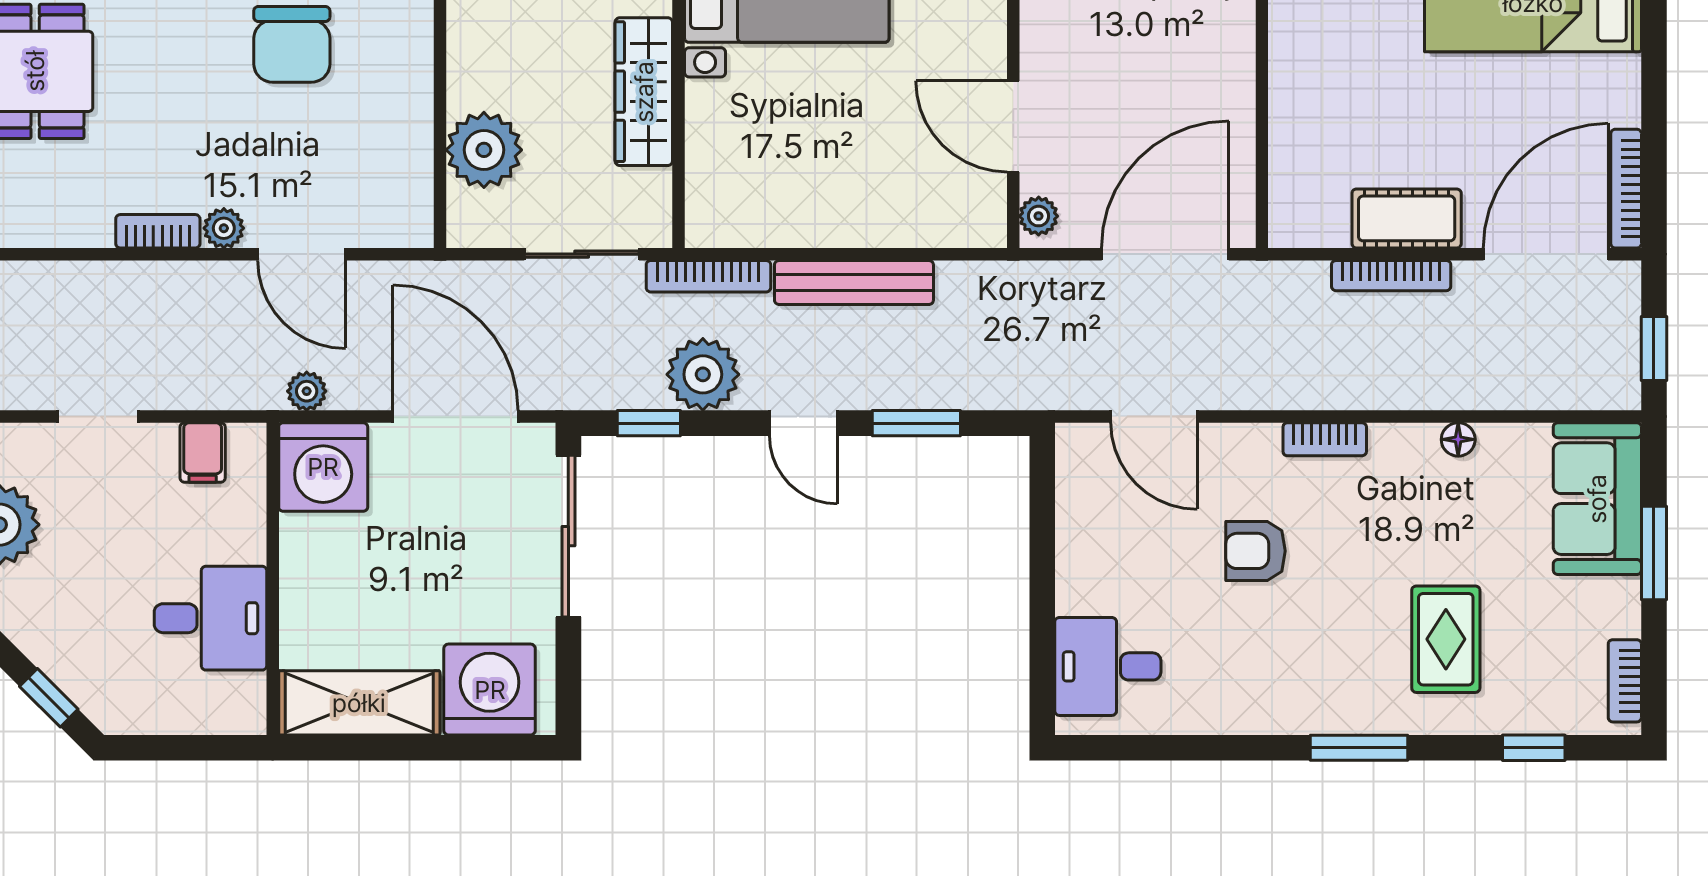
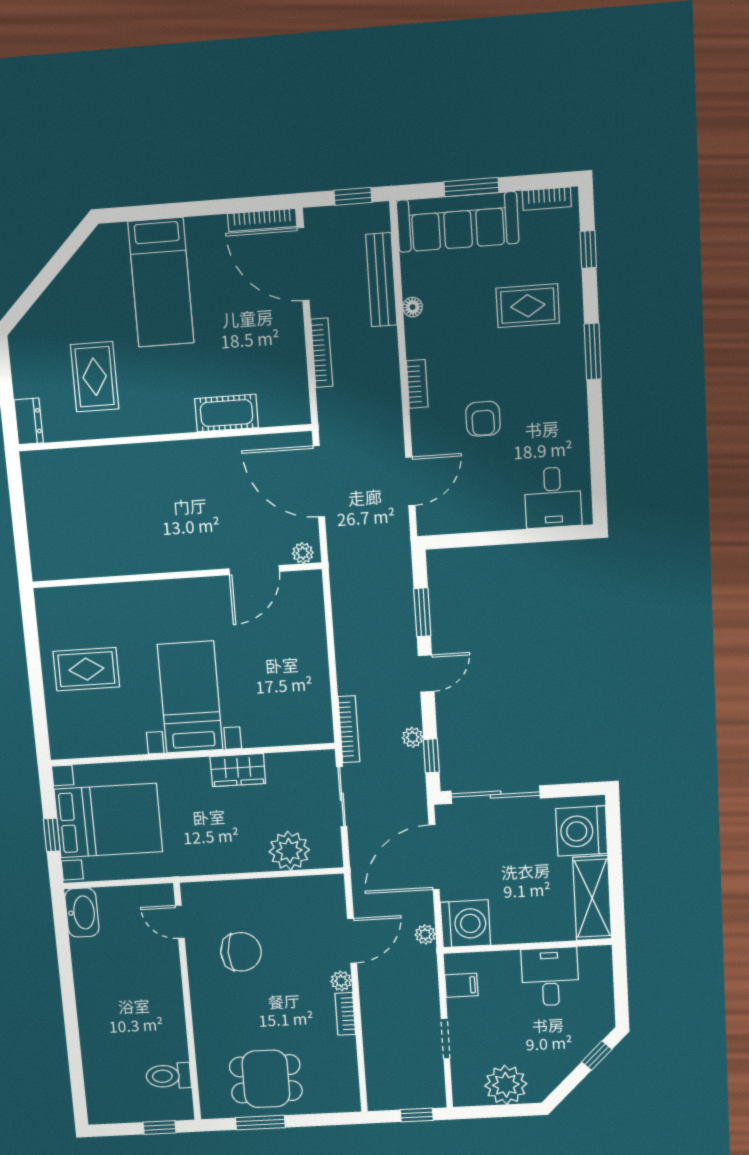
wardrobe: (644, 92) -> (238, 770), width x0.67
cot: (1407, 218) -> (227, 413), moved, turned 90
bench: (854, 282) -> (381, 280), moved
plant: (703, 374) -> (413, 737), width x0.53, depth x0.53
sofa: (1597, 499) -> (458, 222), width x1.36

